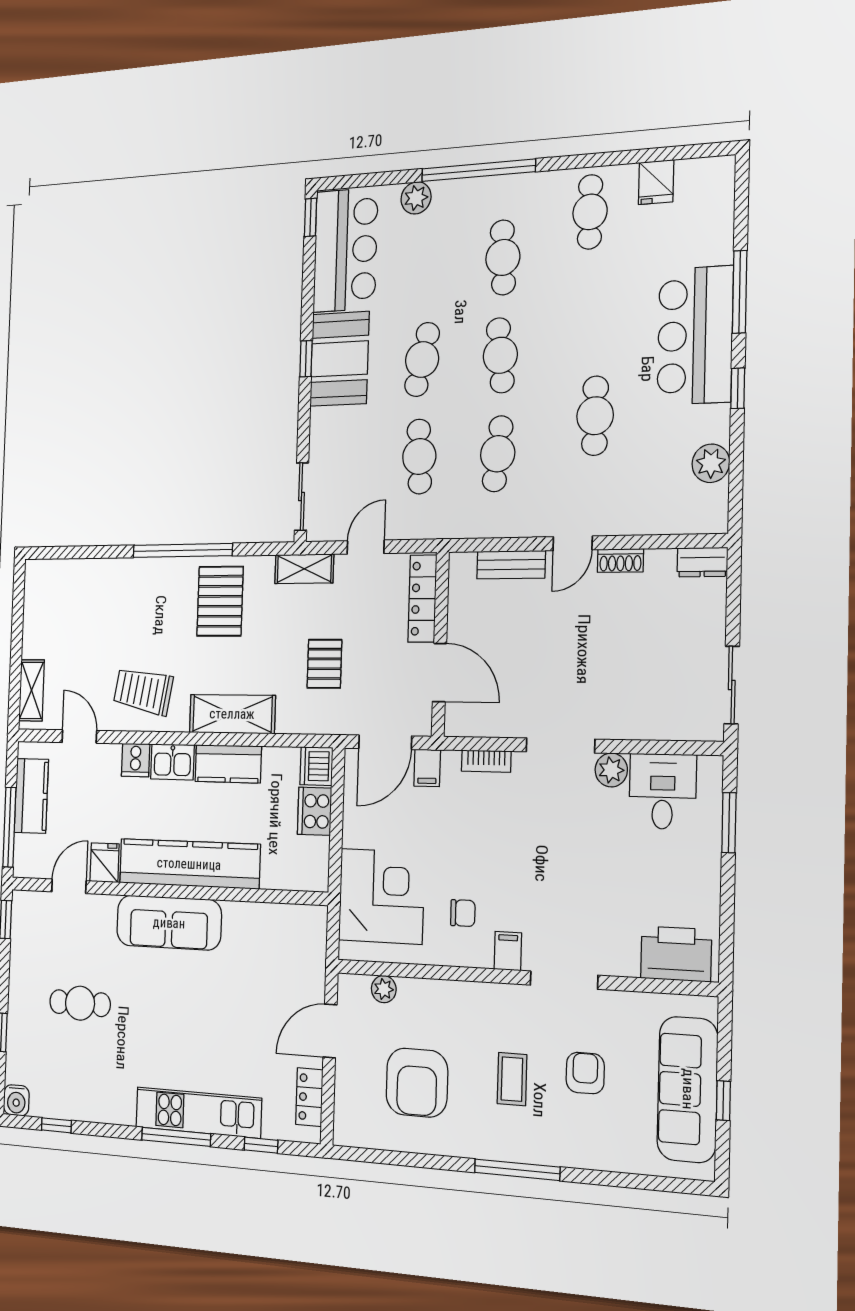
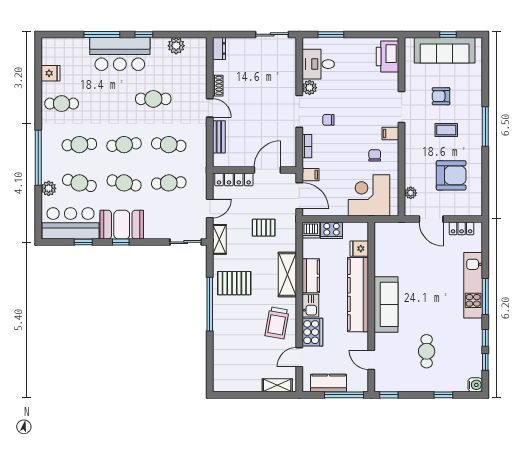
window: (310, 217) -> (83, 242), moved
cafe table: (425, 263) -> (79, 183), added
door: (366, 547) -> (210, 208), swing flipped
cooker: (136, 760) -> (312, 332), width x1.87, depth x1.31
chair: (540, 811) -> (328, 120), added
fridge: (104, 863) -> (359, 249), moved
window: (261, 1145) -> (485, 338), moved

